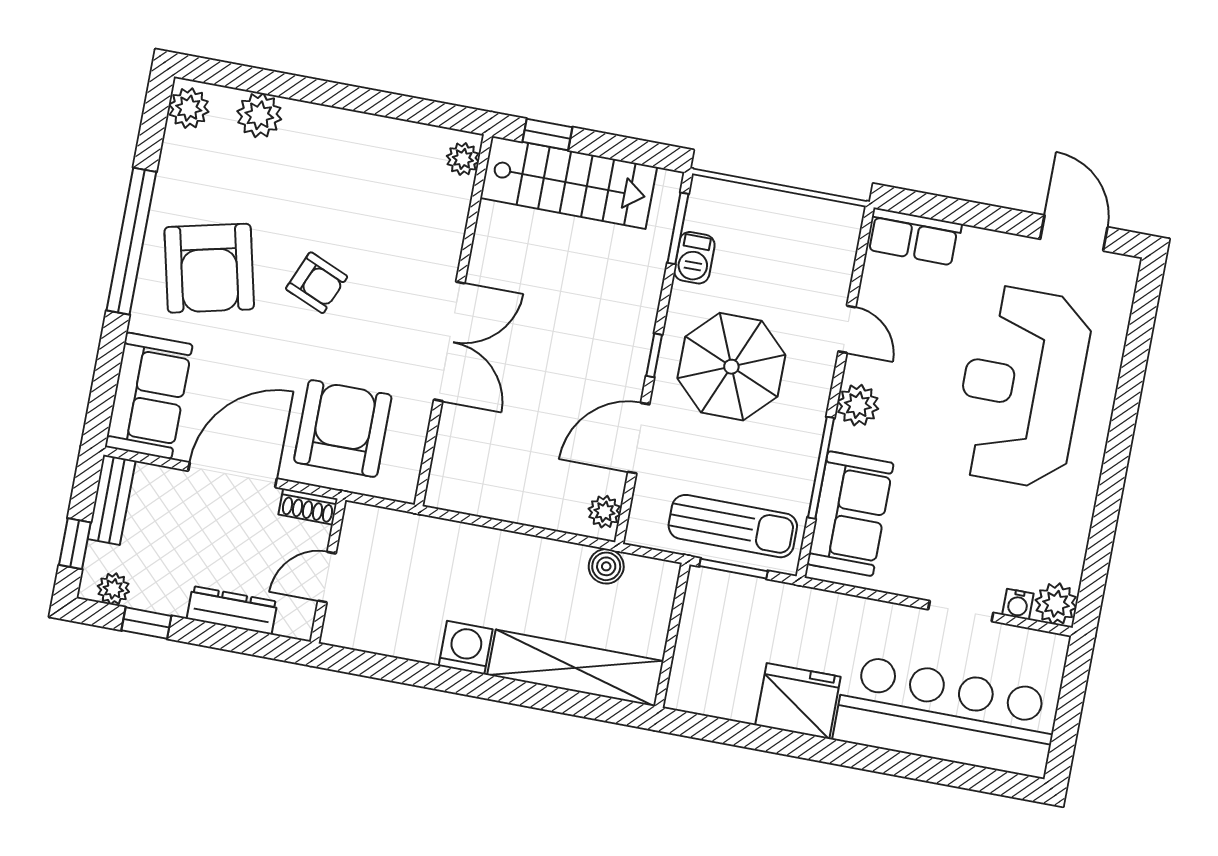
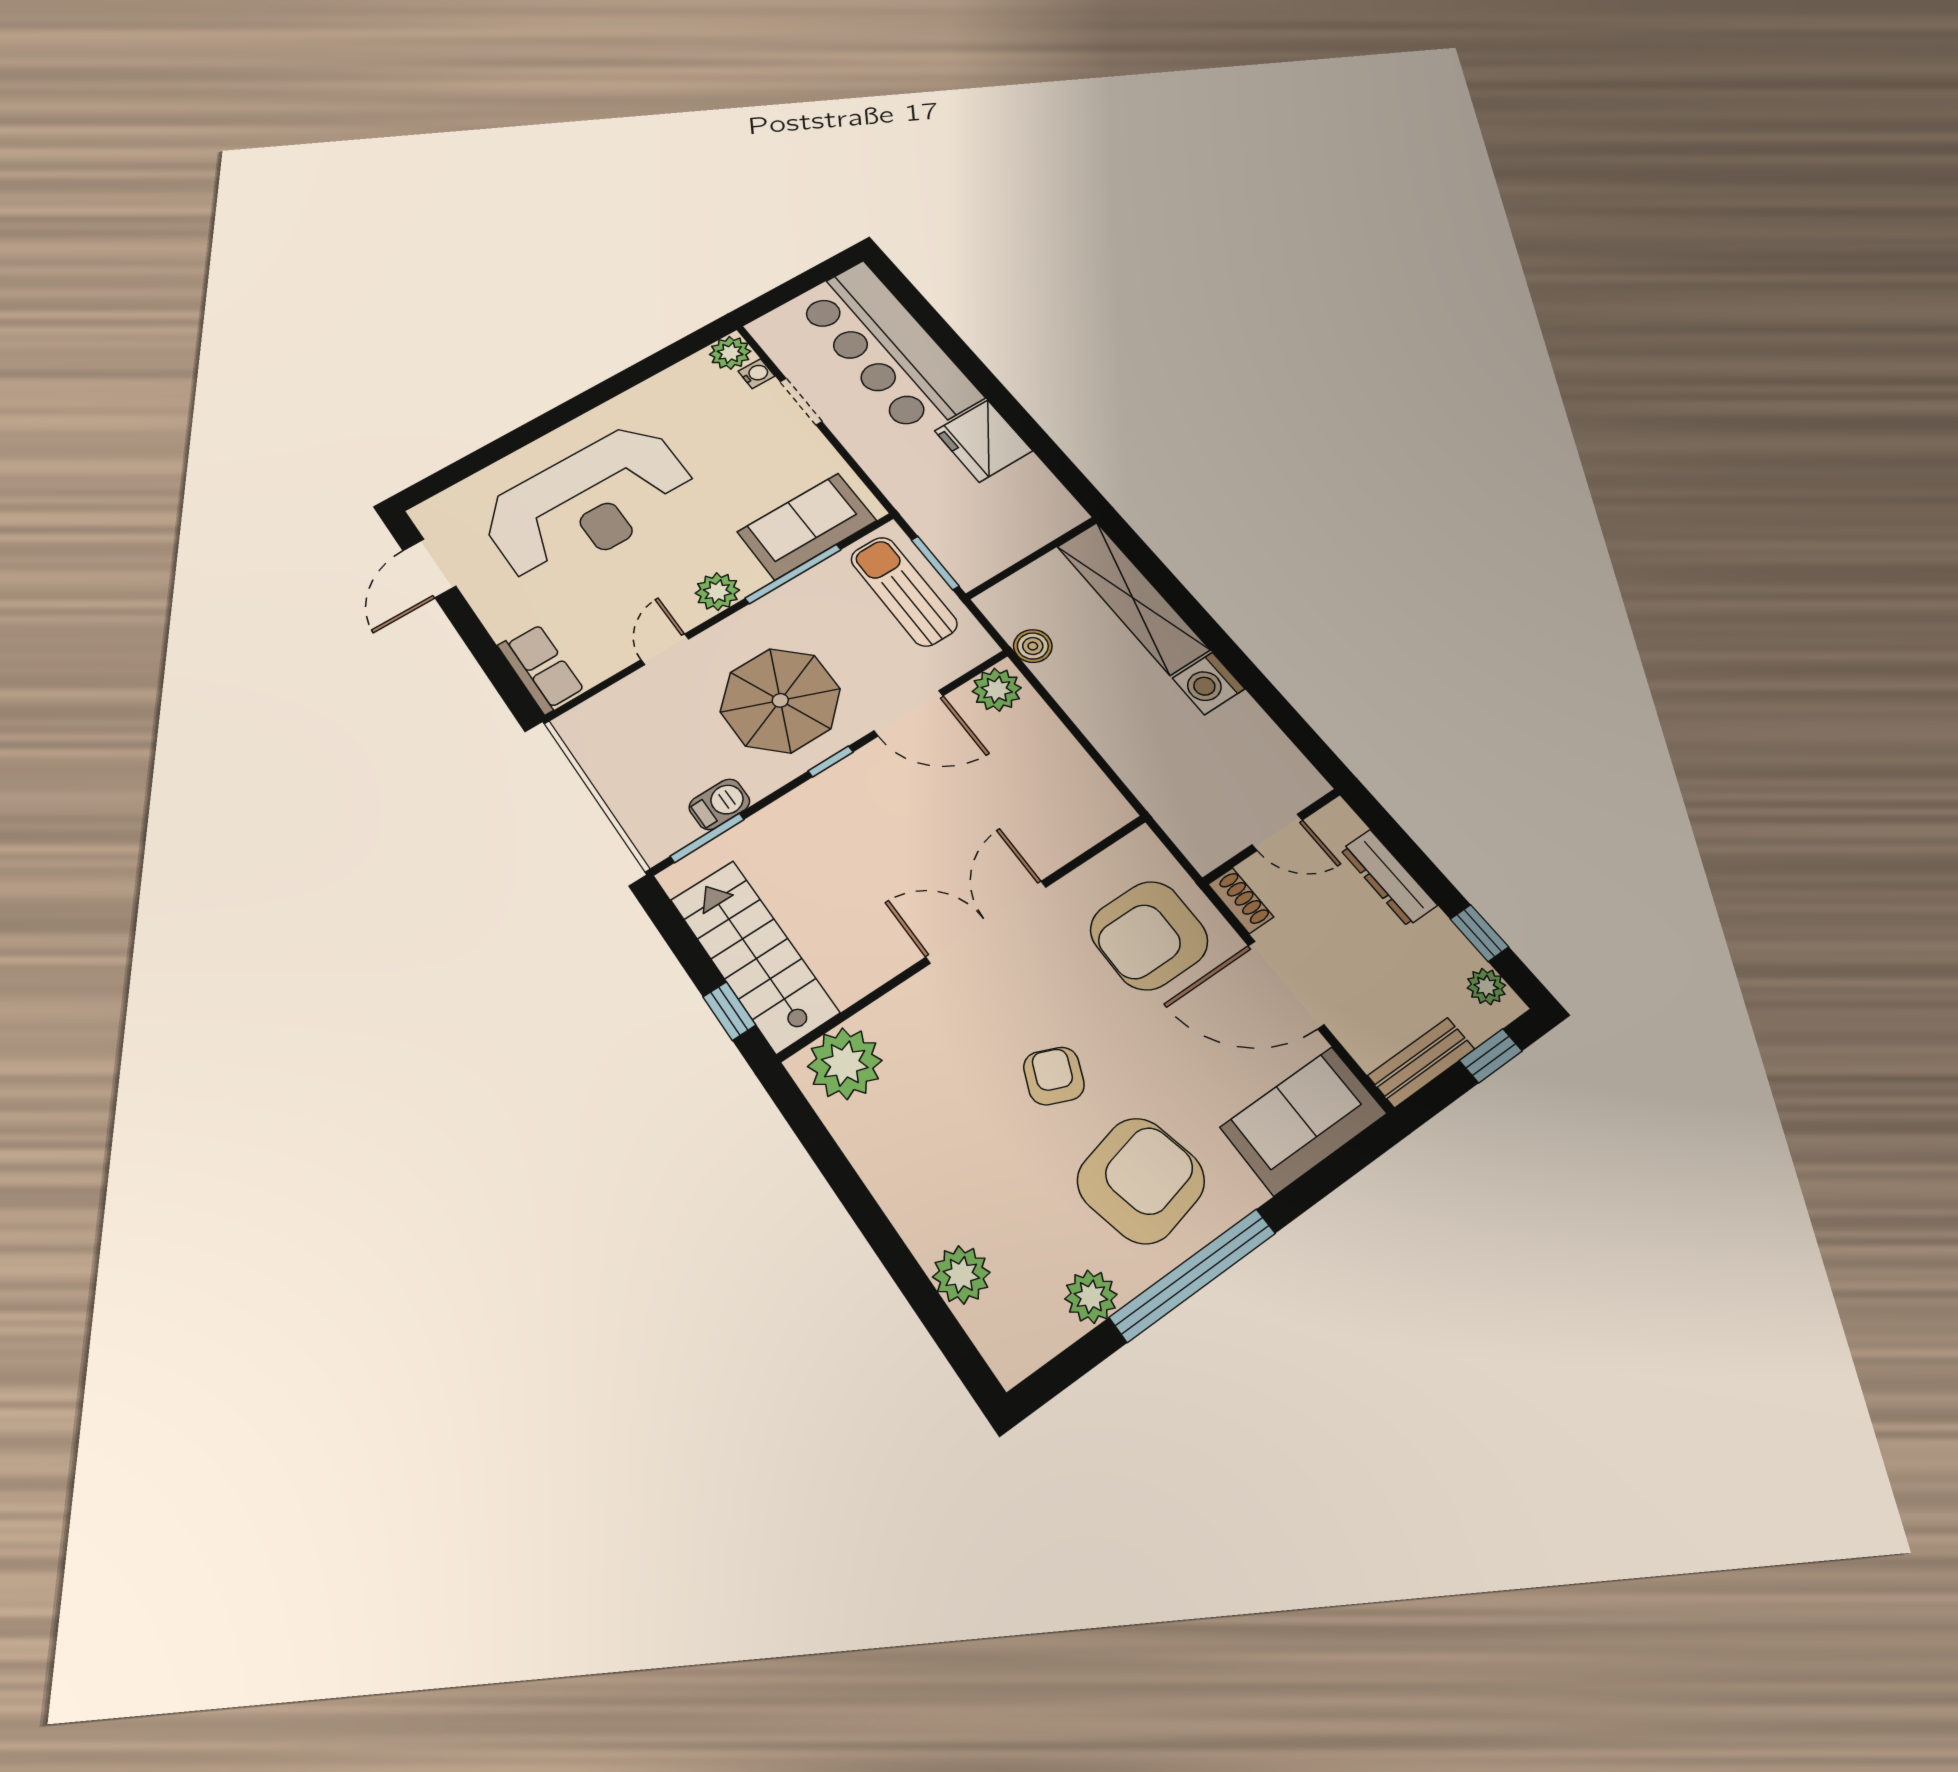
plant: (189, 108) -> (1091, 1297), moved
plant: (463, 159) -> (845, 1064), width x1.88, depth x1.88
plant: (604, 512) -> (997, 690), width x1.38, depth x1.38

